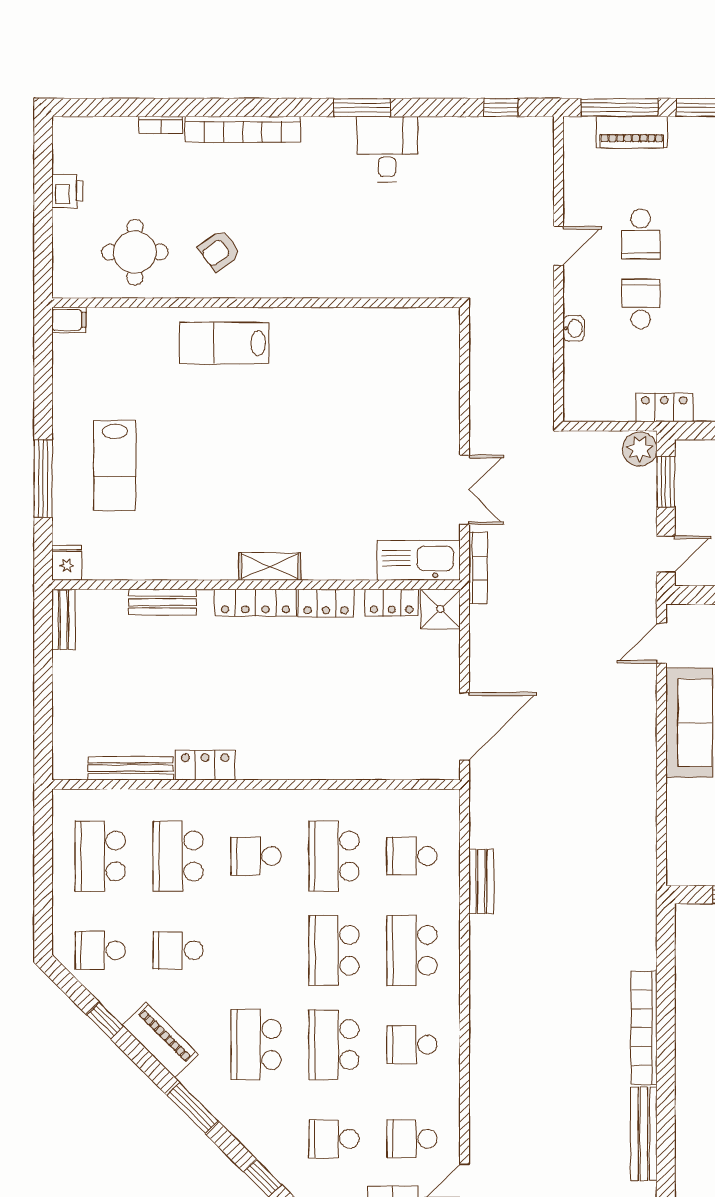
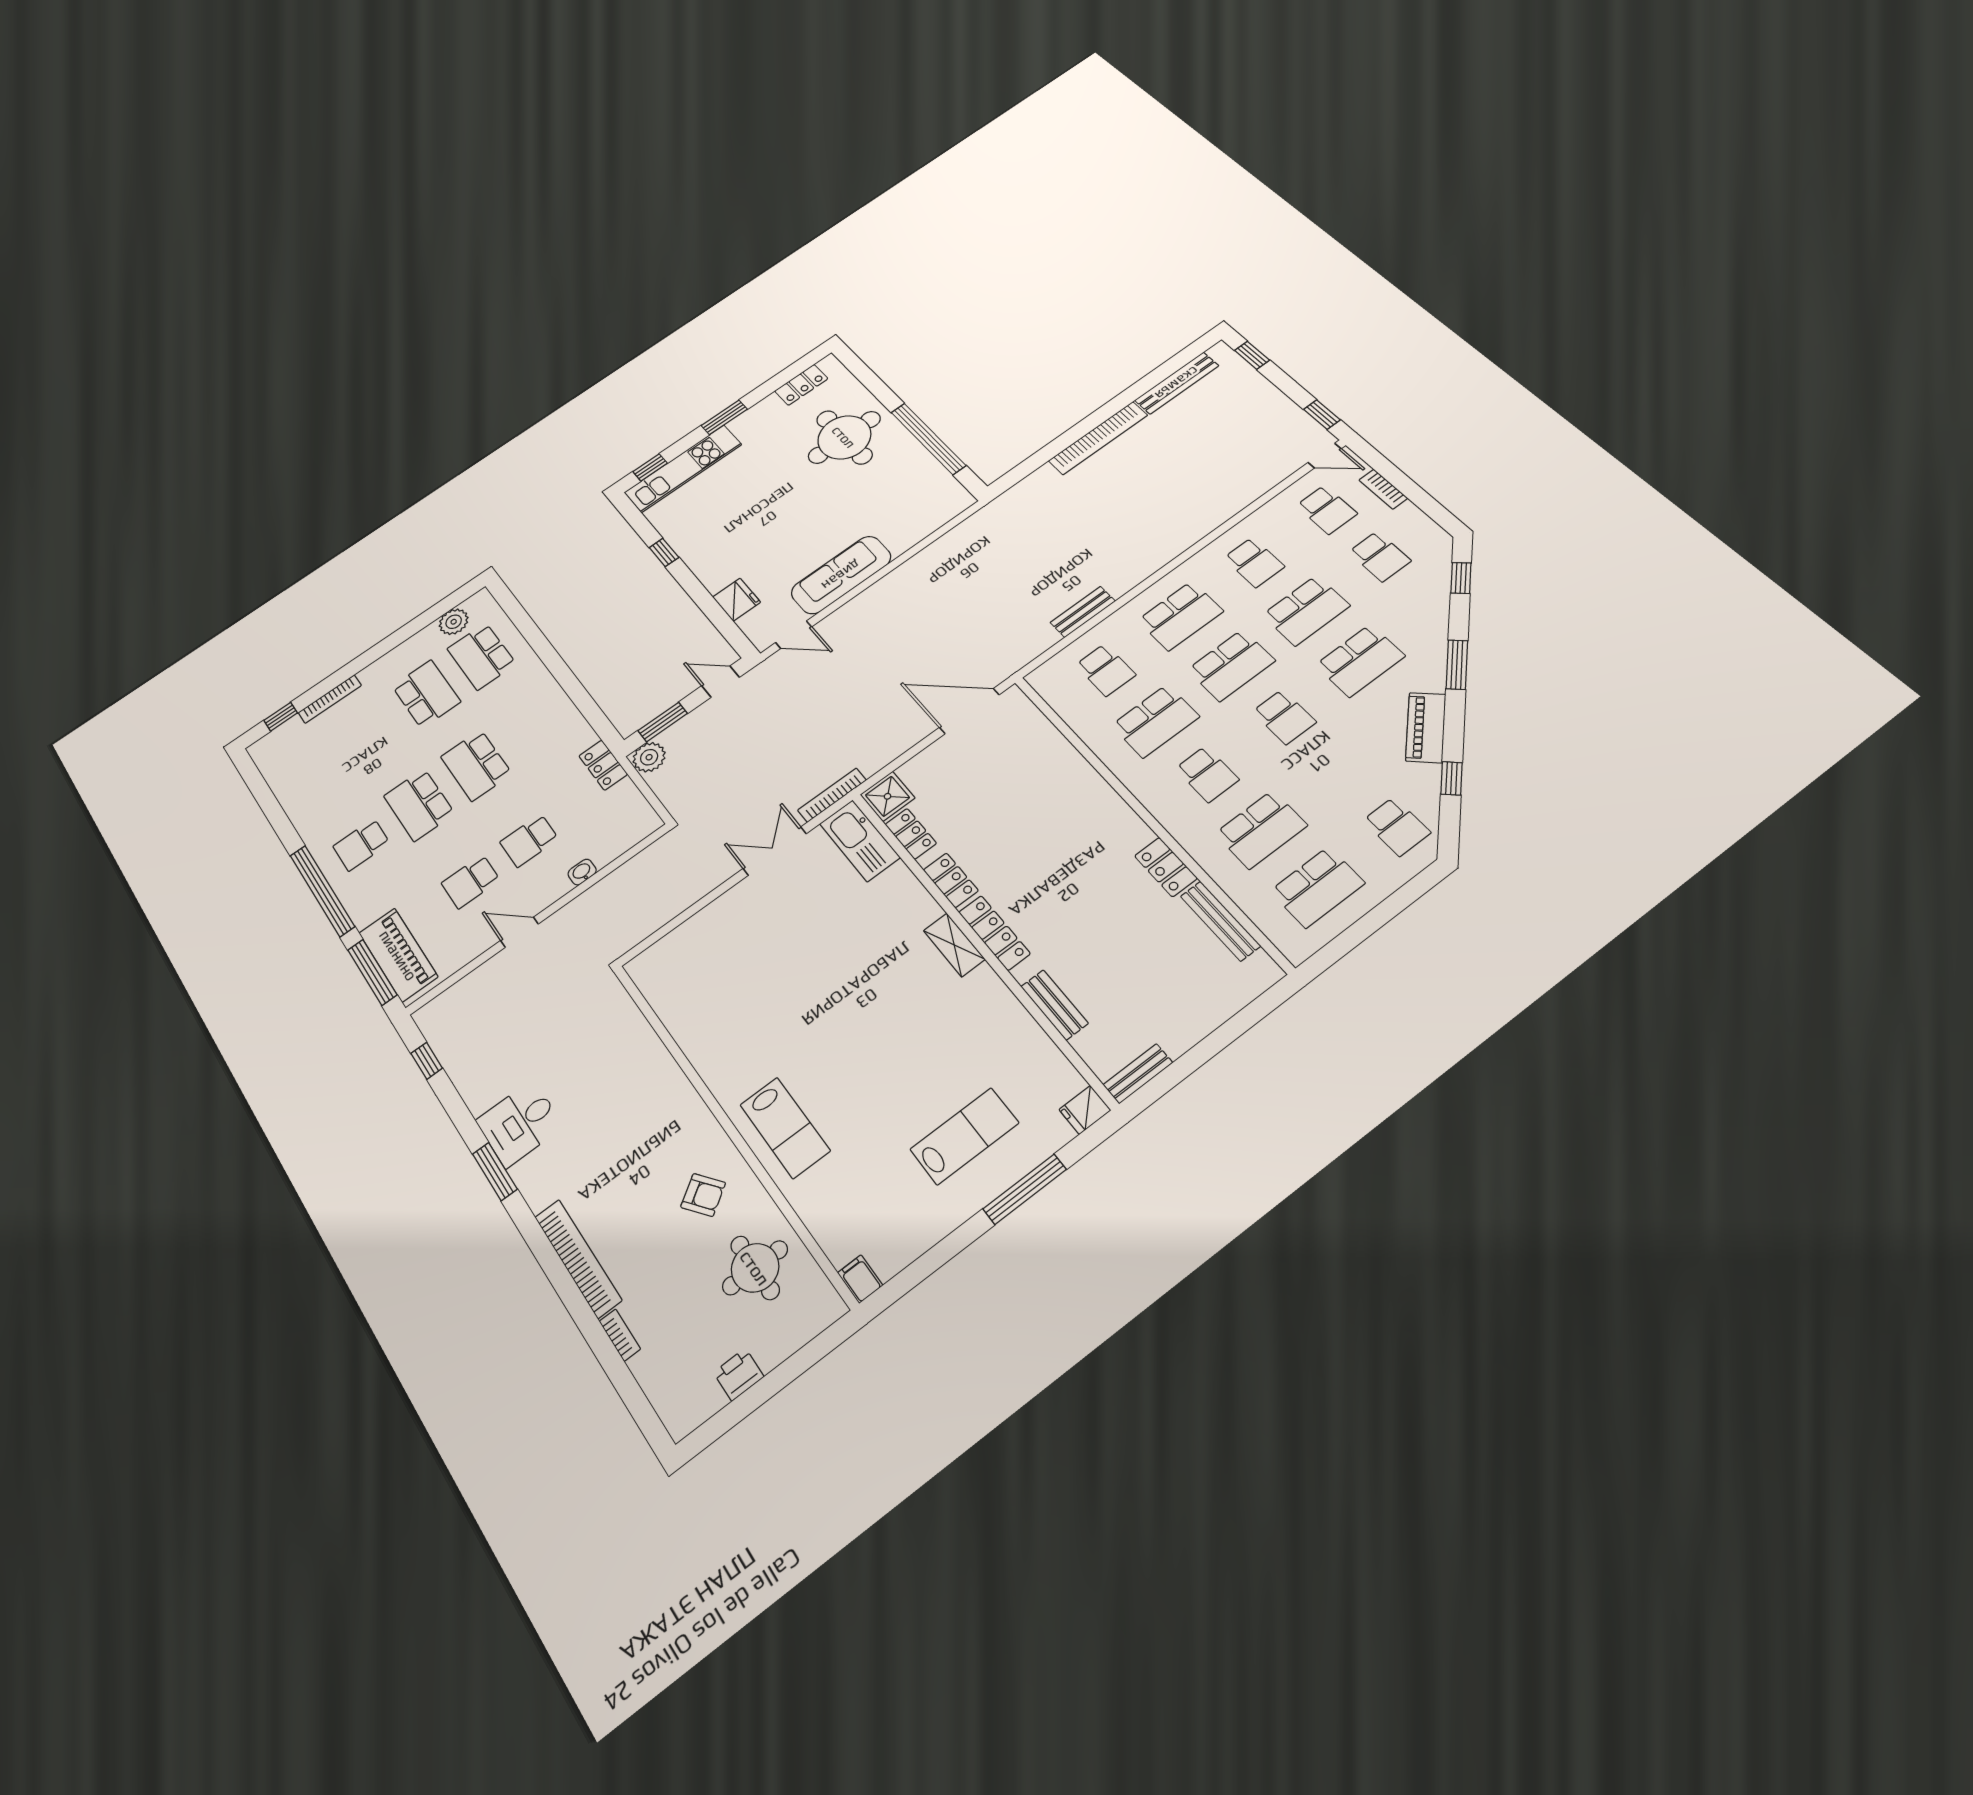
piano: (632, 132) -> (398, 955), width x1.37, depth x1.33
school desk: (641, 234) -> (471, 882), turned 180
school desk: (178, 950) -> (1284, 717), moved

